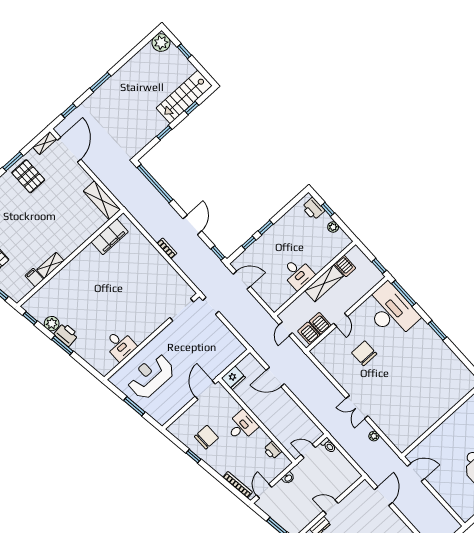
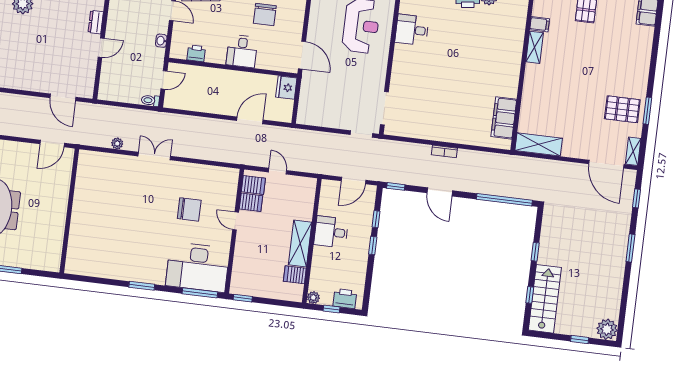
server rack: (345, 266) -> (295, 275), moved
desk: (298, 273) -> (331, 232), moved
wall: (315, 279) -> (312, 241), moved
shelving: (324, 283) -> (300, 243), moved

